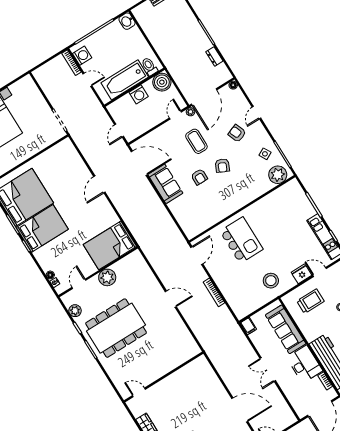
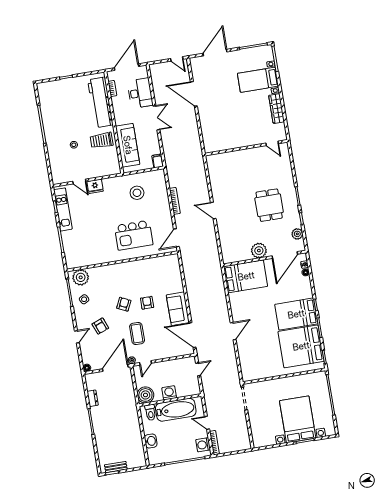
washbasin: (127, 21) -> (151, 441), moved
kitchen island: (241, 240) -> (134, 235), turned -90
stool: (271, 281) -> (137, 193), moved
door: (79, 284) -> (285, 255), width x1.87
trolley: (310, 301) -> (102, 140), moved
dining table: (116, 328) -> (269, 205), width x0.53, depth x0.80
desk: (304, 364) -> (140, 93), moved, turned 180

